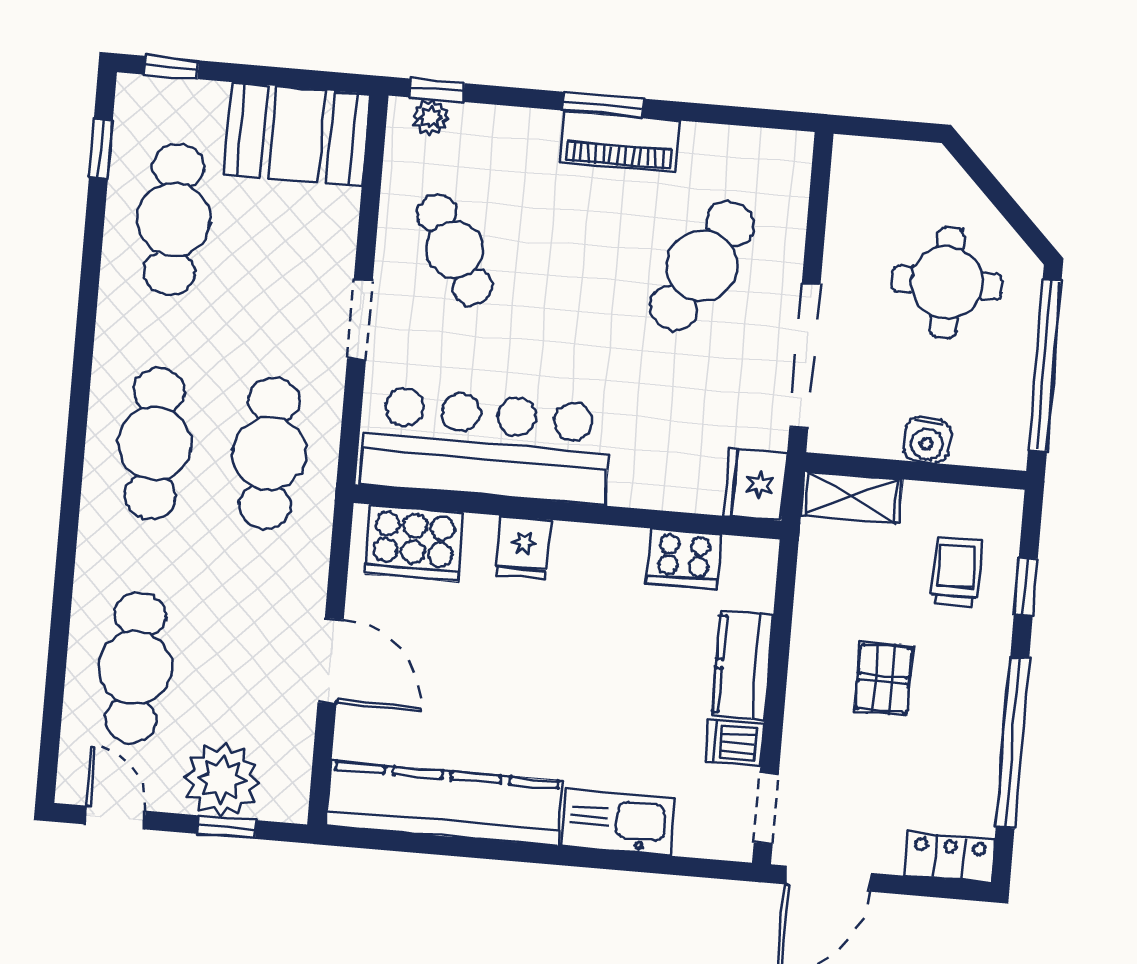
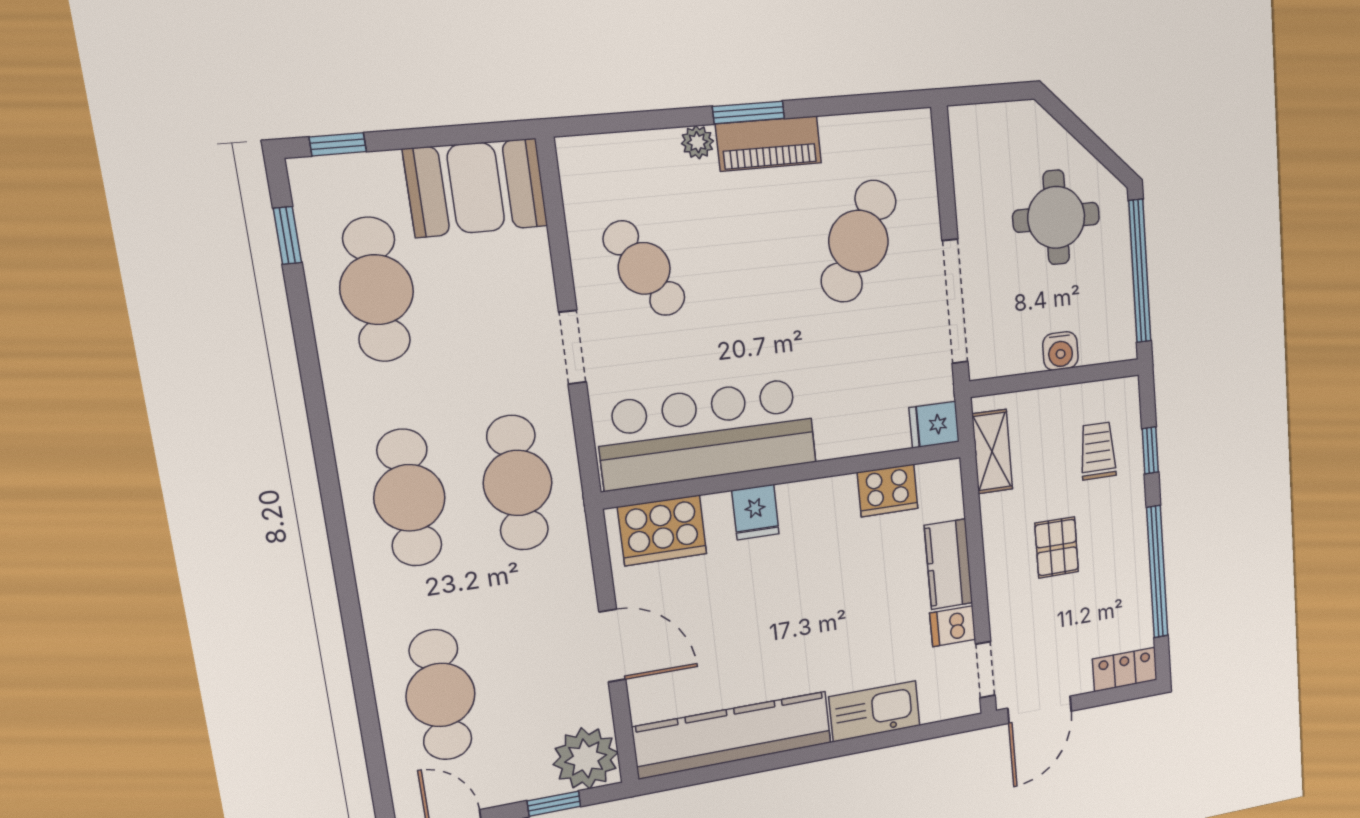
window: (437, 90) -> (597, 124), removed
plant: (431, 117) -> (697, 142), moved
fridge: (755, 484) -> (934, 425), width x0.72
shelving: (852, 497) -> (992, 452), moved, turned 90
plant: (222, 780) -> (586, 758), moved

